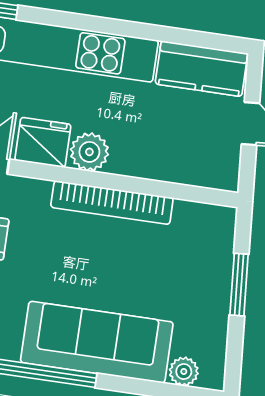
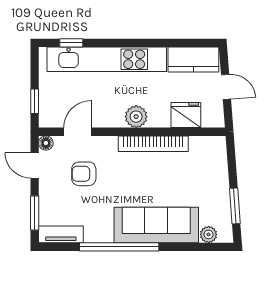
fridge: (43, 142) -> (186, 115), moved
window: (239, 285) -> (235, 206), moved

